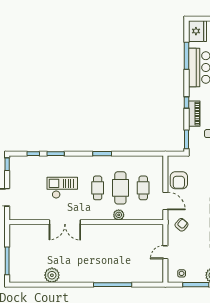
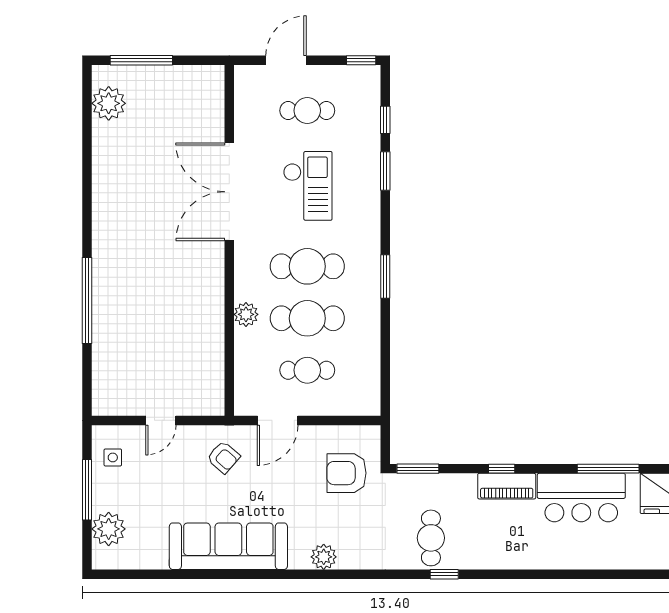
piano: (194, 114) -> (507, 486), moved
armchair: (179, 180) -> (347, 473), moved
cafe table: (29, 188) -> (307, 111), added
cafe table: (98, 188) -> (307, 266), width x1.37, depth x1.35
double door: (65, 222) -> (229, 192), width x1.36
door: (165, 252) -> (161, 420), swing flipped
plant: (52, 275) -> (109, 103), moved

